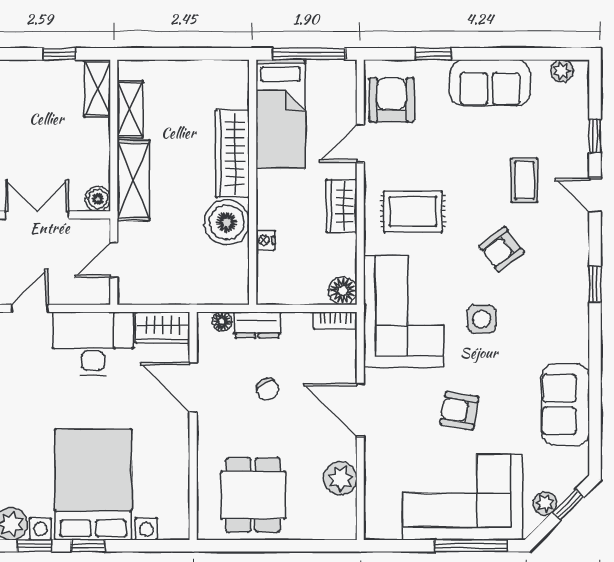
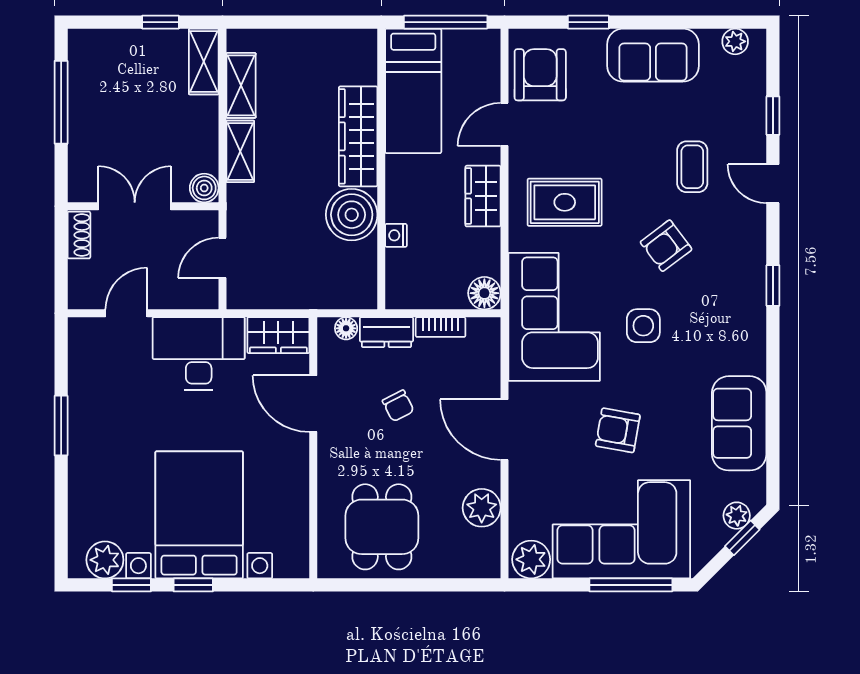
shelving: (133, 180) -> (240, 151), width x0.67, depth x0.75
bookcase: (335, 320) -> (441, 327), moved
plant: (545, 503) -> (737, 516), moved
plant: (384, 524) -> (531, 559), added

